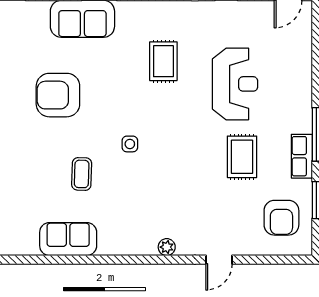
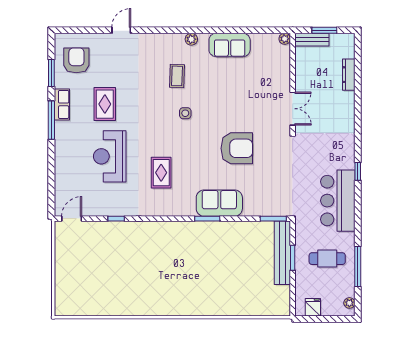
coffee table: (82, 174) -> (177, 76), moved
plant: (167, 247) -> (191, 39), moved

